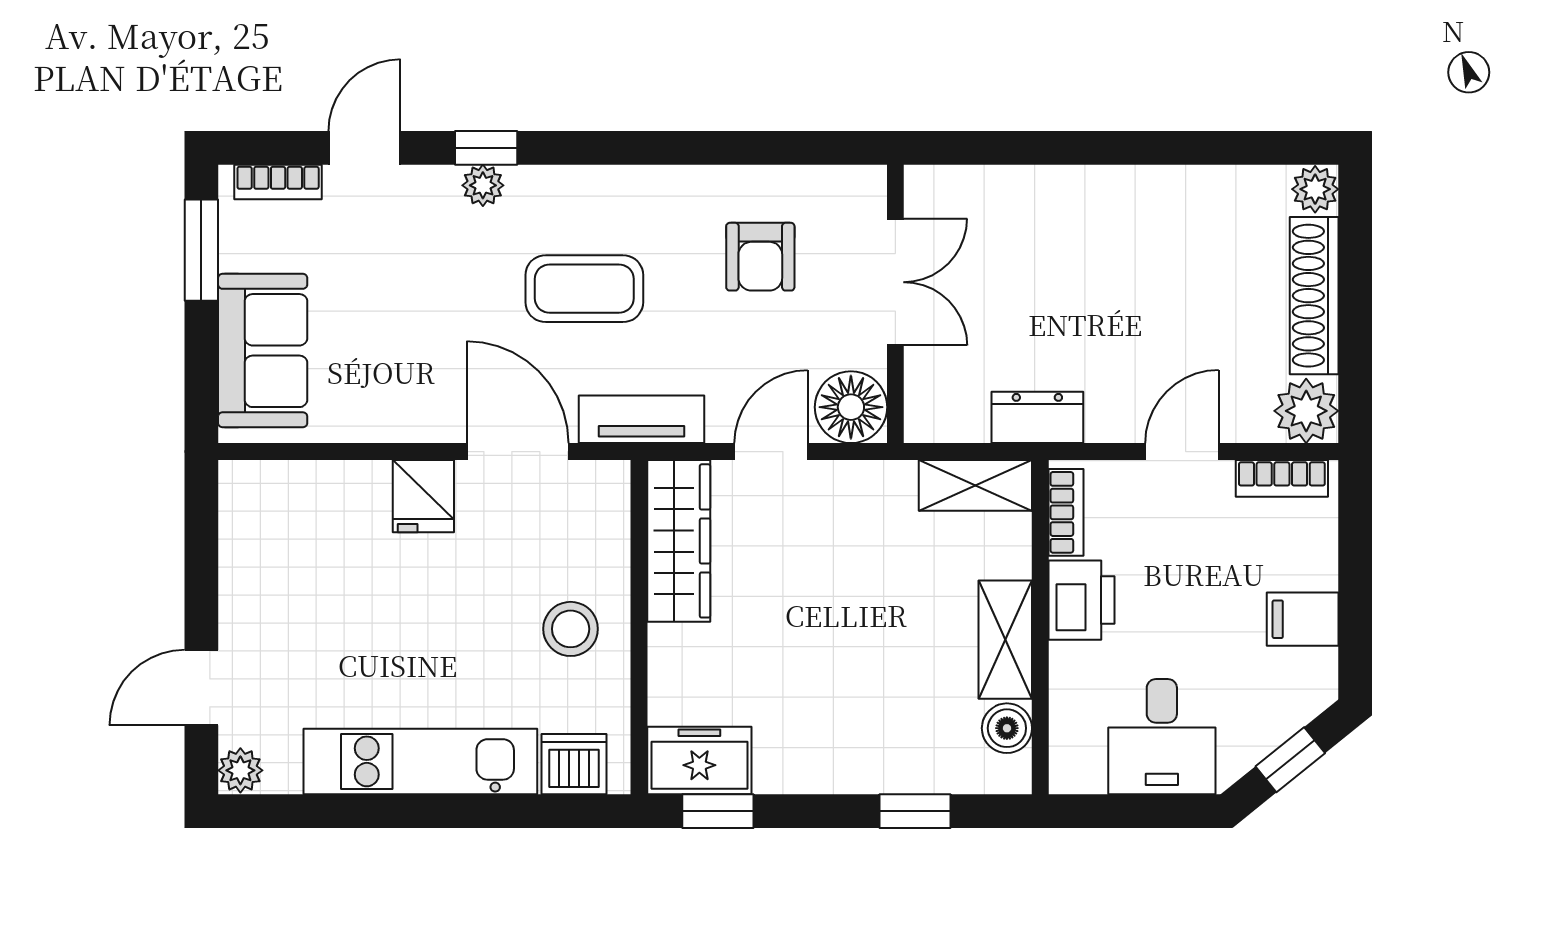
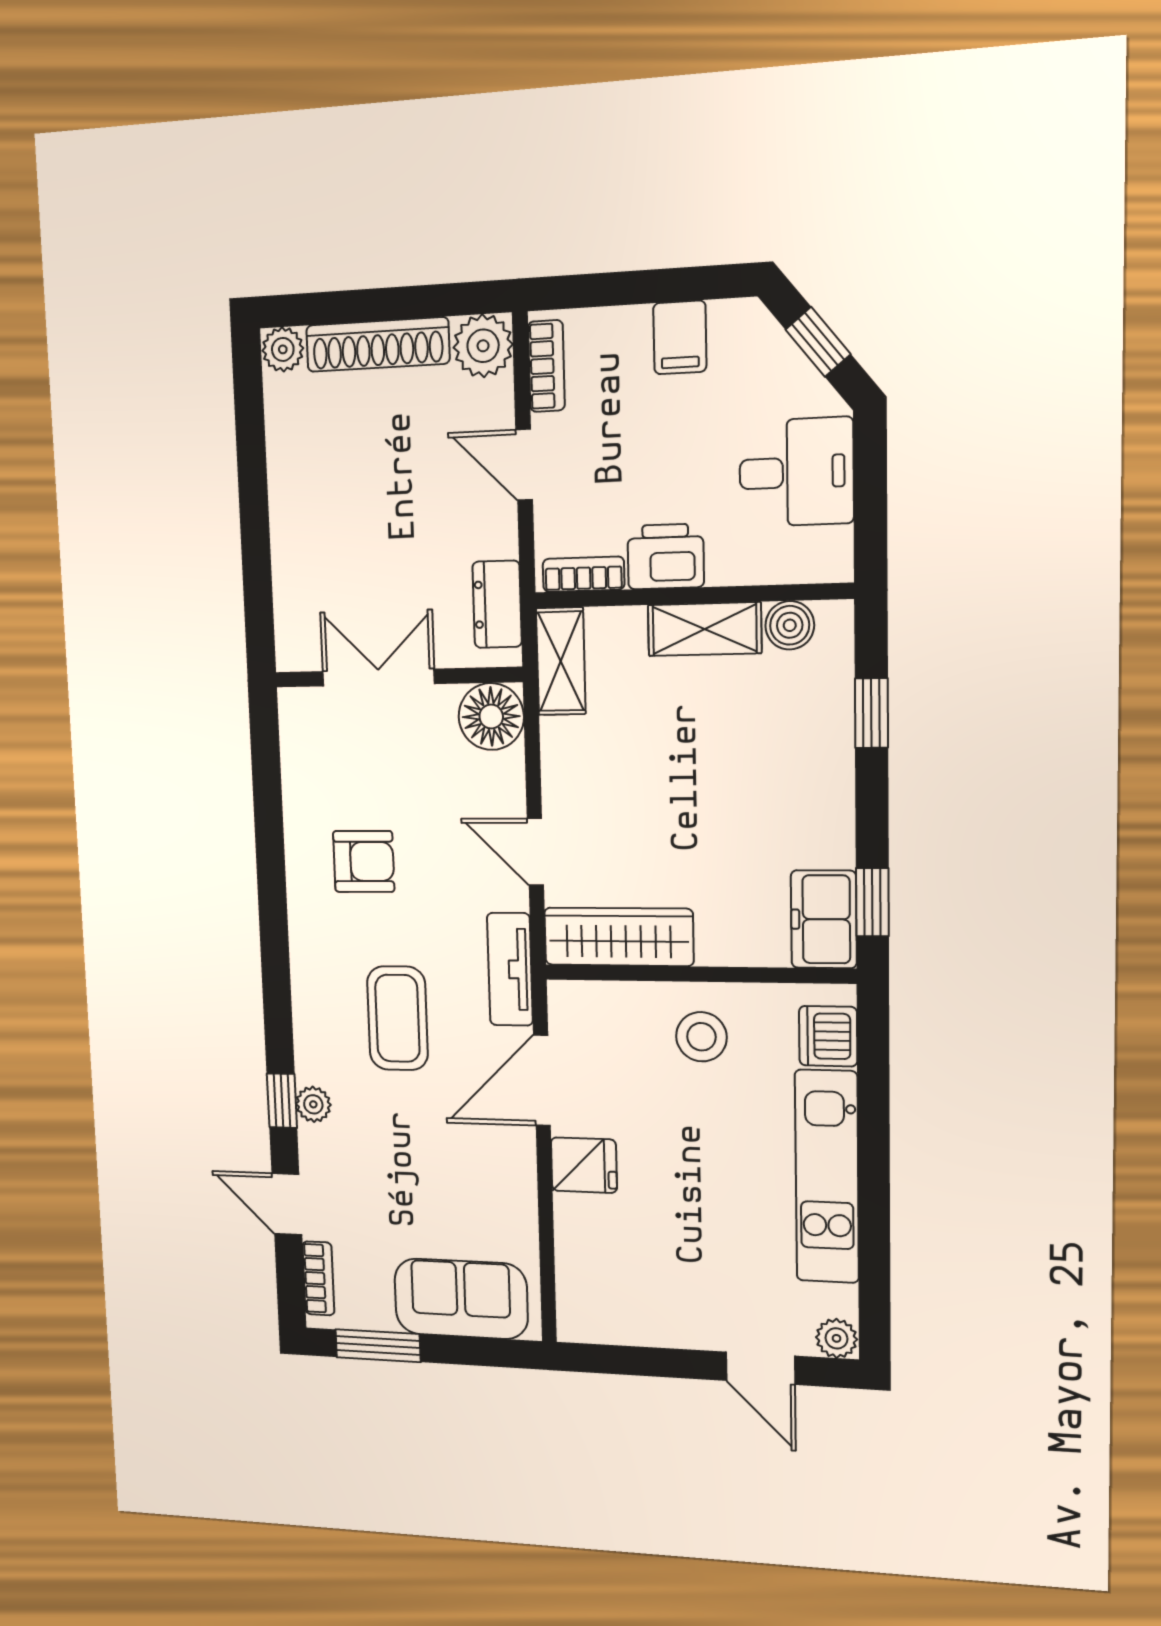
double door: (895, 282) -> (378, 678), moved
wall: (895, 304) -> (398, 677), moved
floor lamp: (851, 407) -> (491, 717), moved

